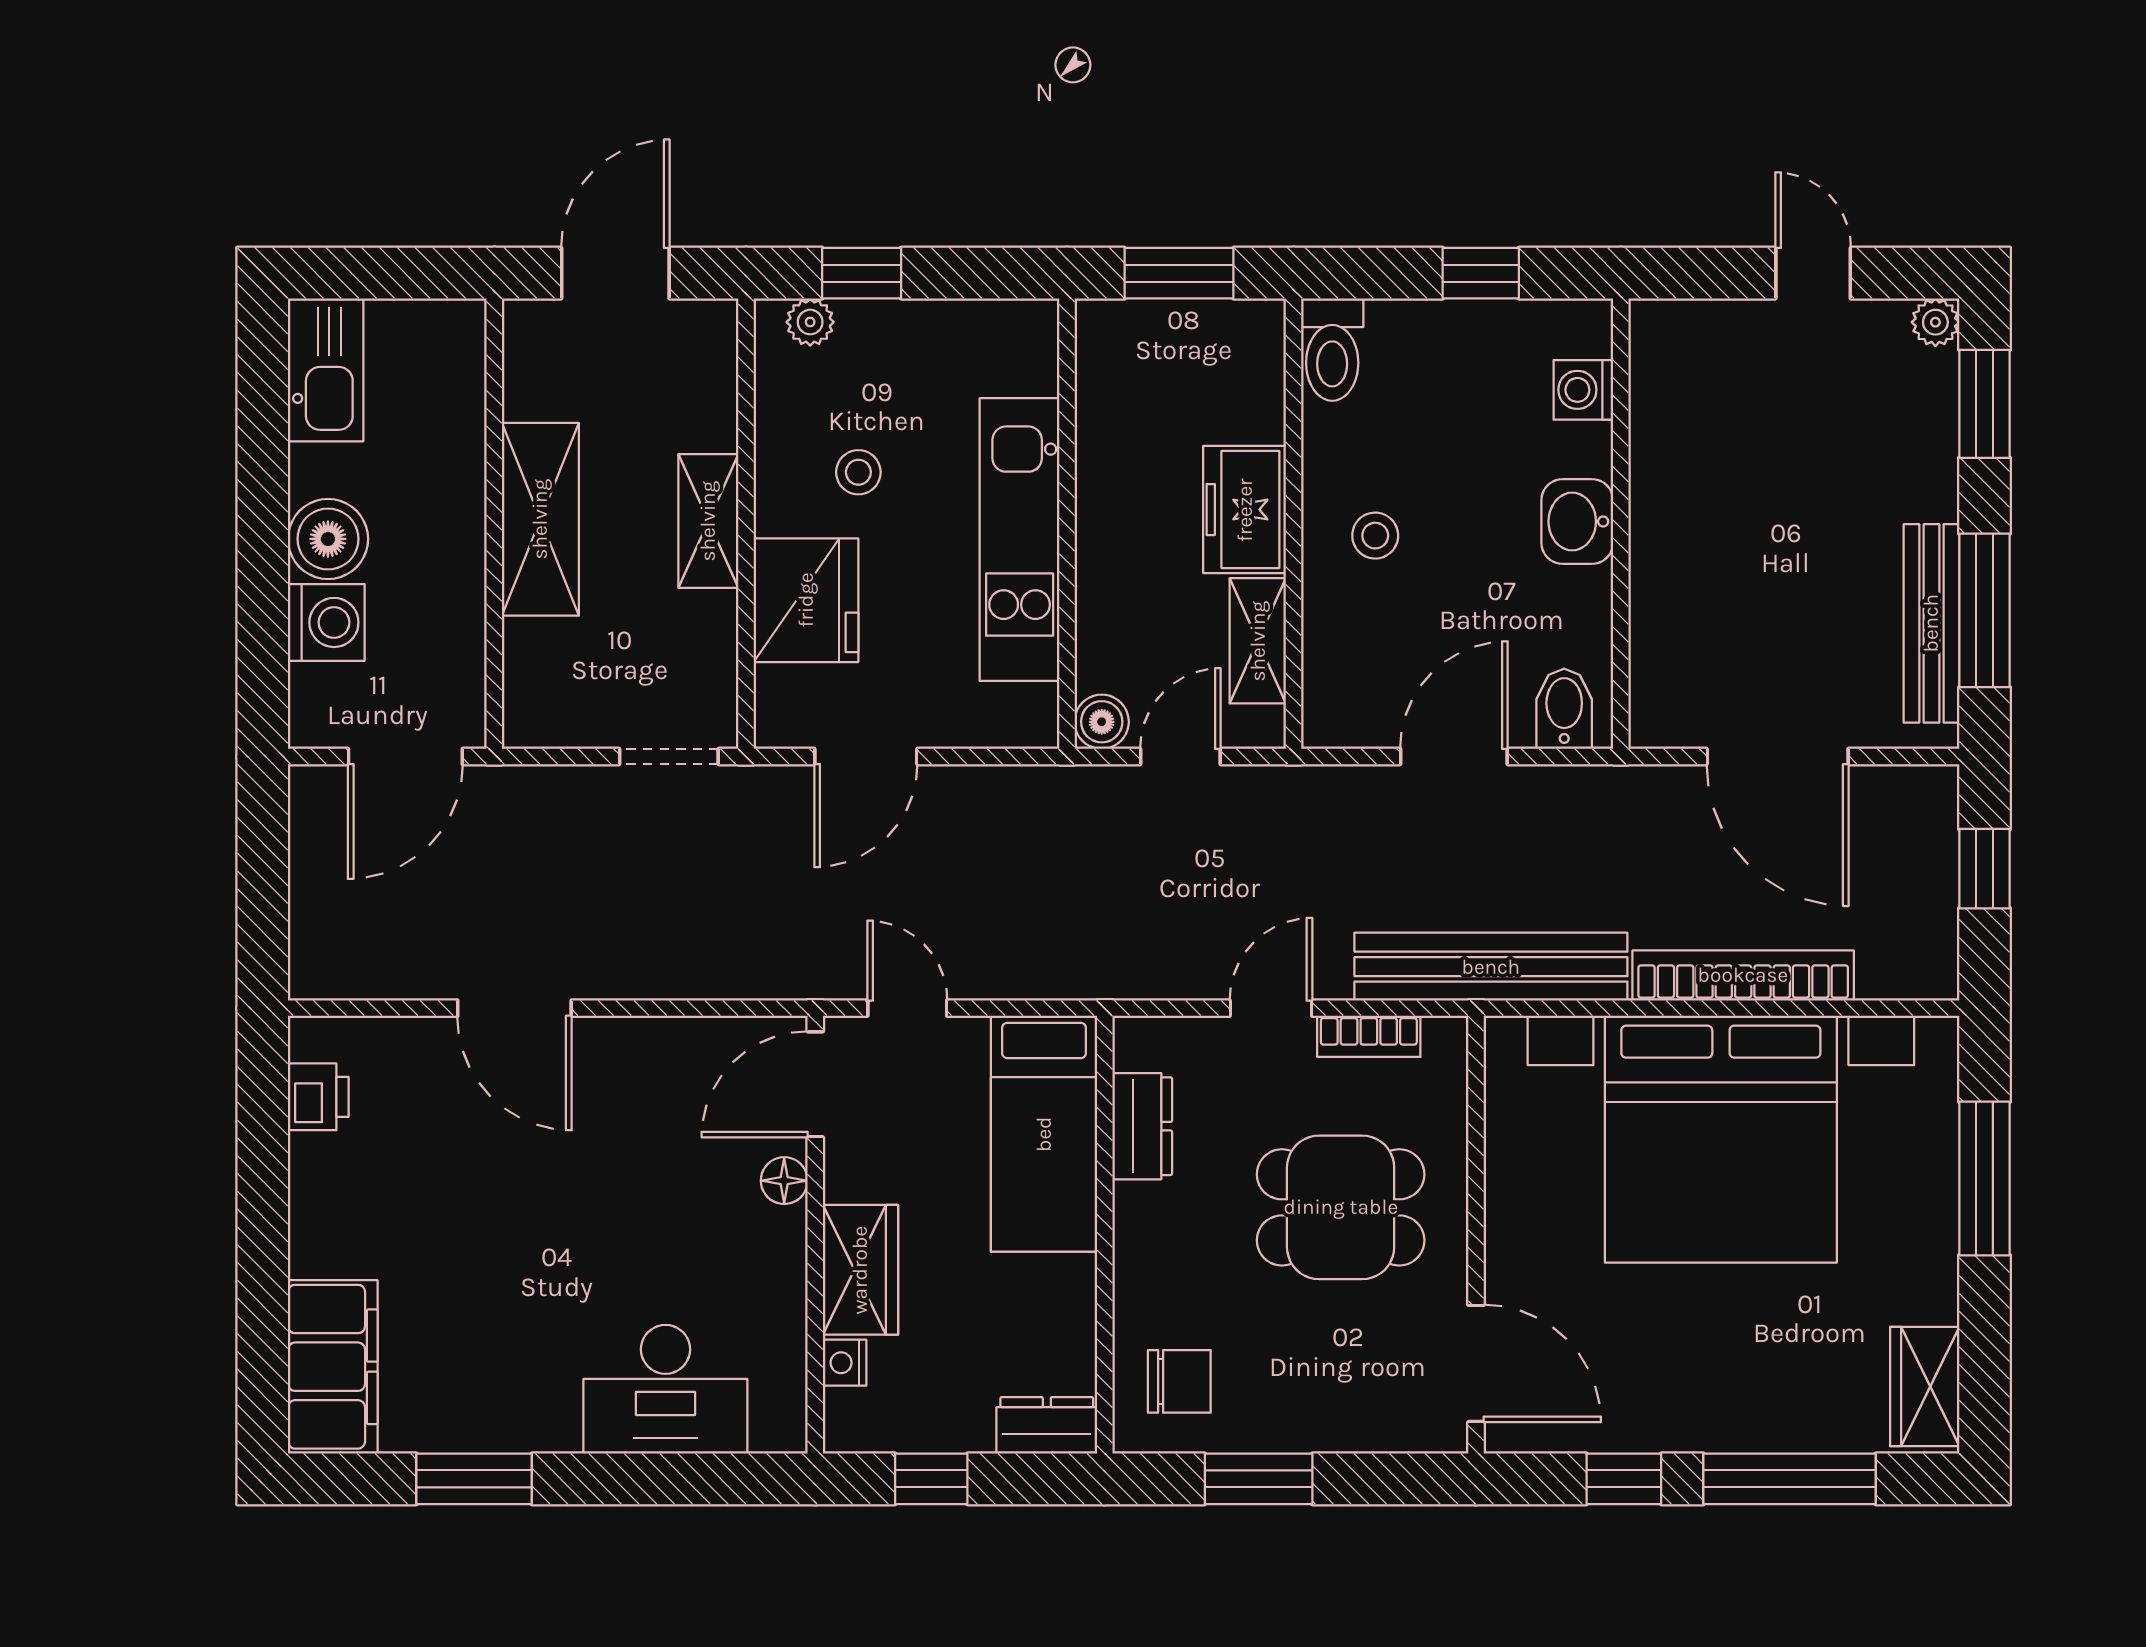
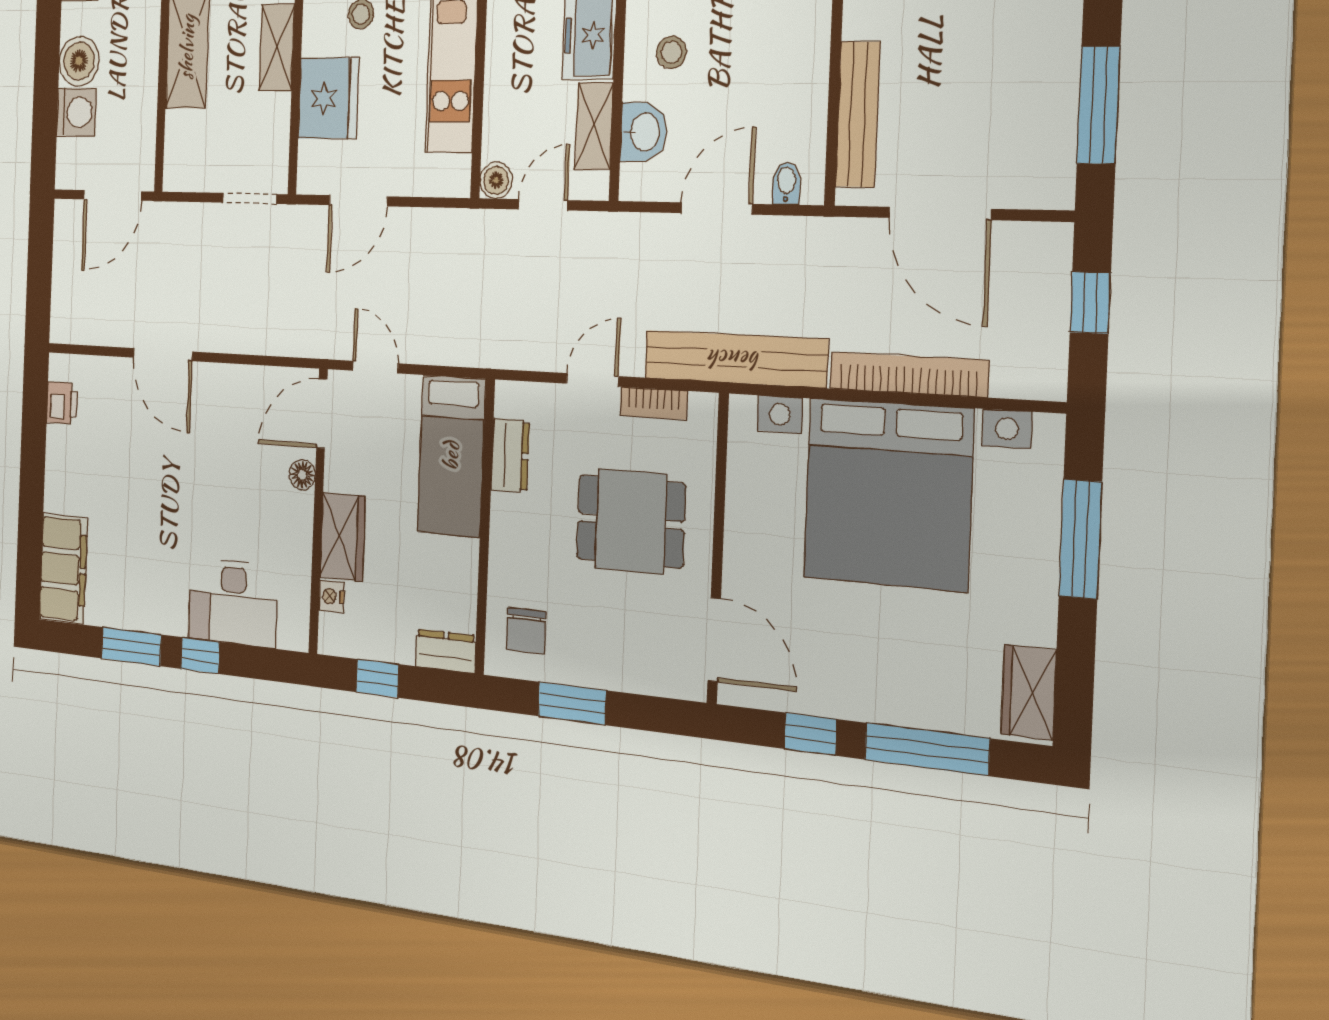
washbasin: (1577, 521) -> (644, 132), moved, turned 180
bench: (1931, 623) -> (858, 114), moved
bidet: (1564, 709) -> (786, 183), width x0.72, depth x0.74
chair: (1179, 1381) -> (526, 631), turned 90
window: (607, 1479) -> (200, 655), added

